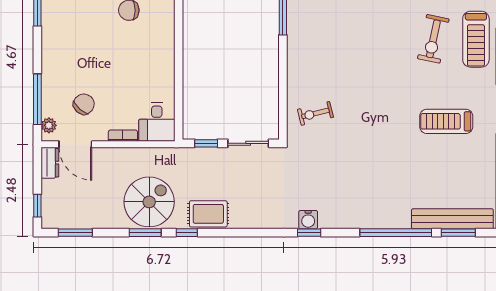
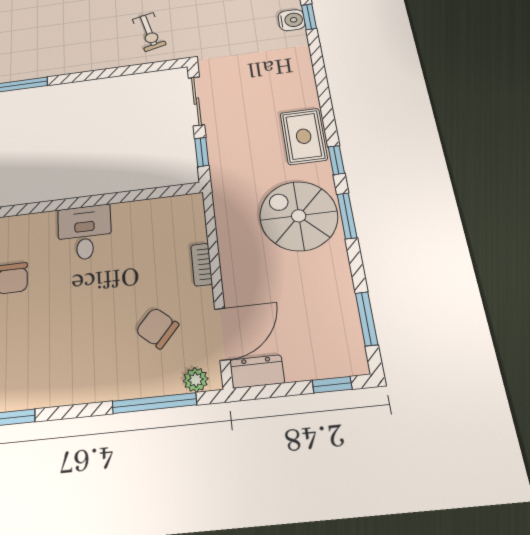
desk: (157, 122) -> (85, 232), moved, turned -90

